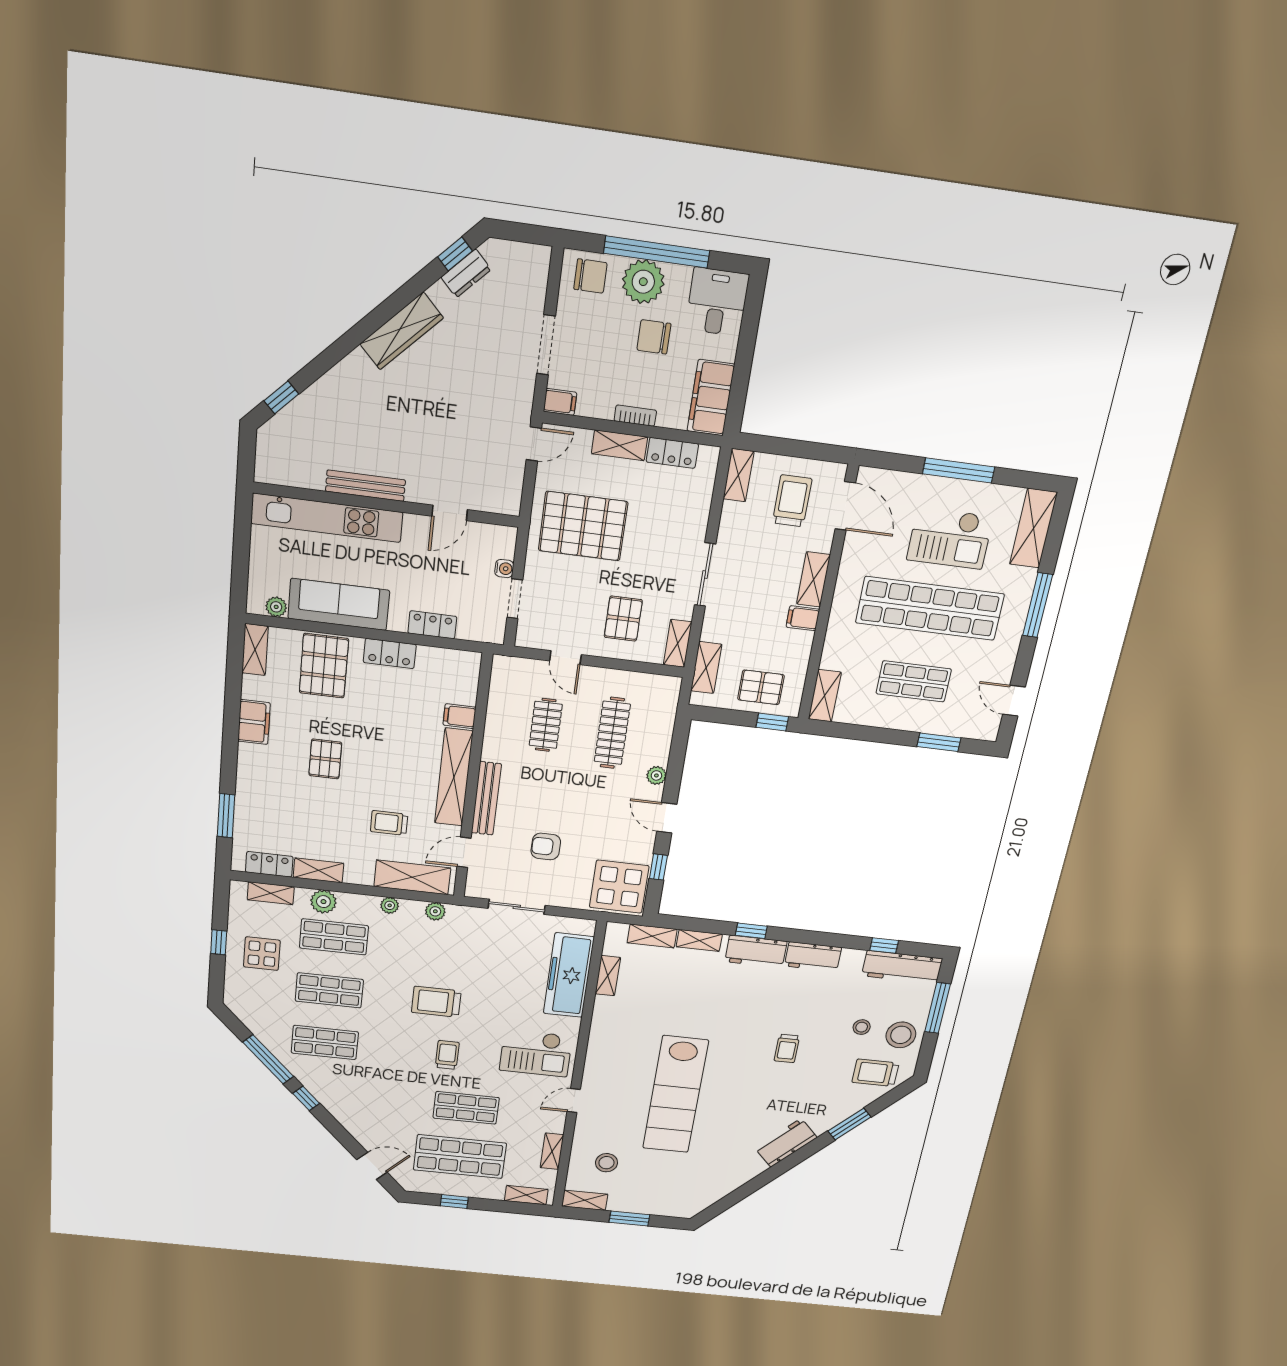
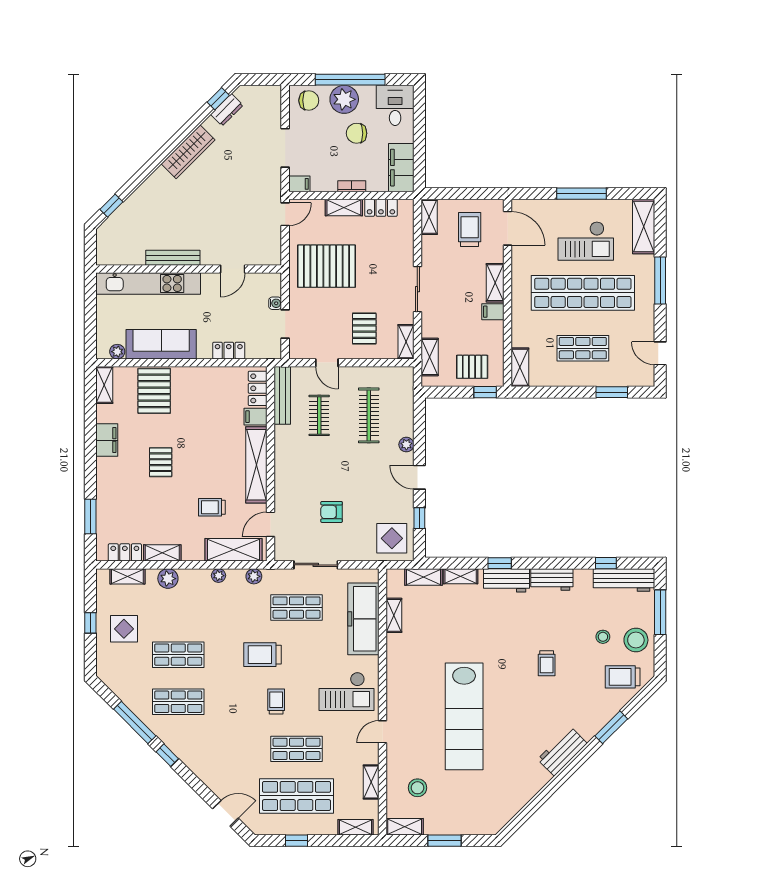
locker: (390, 653) -> (258, 388), moved, turned 90
bench: (486, 798) -> (282, 395), moved
display table: (619, 887) -> (392, 538), width x0.73, depth x0.73
shop shelf: (334, 937) -> (296, 608), moved

